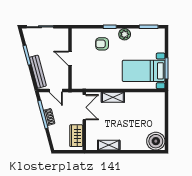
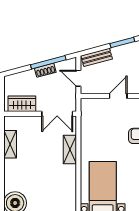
bench: (38, 72) -> (97, 57), width x0.73
door: (56, 90) -> (78, 78), hinge flipped

